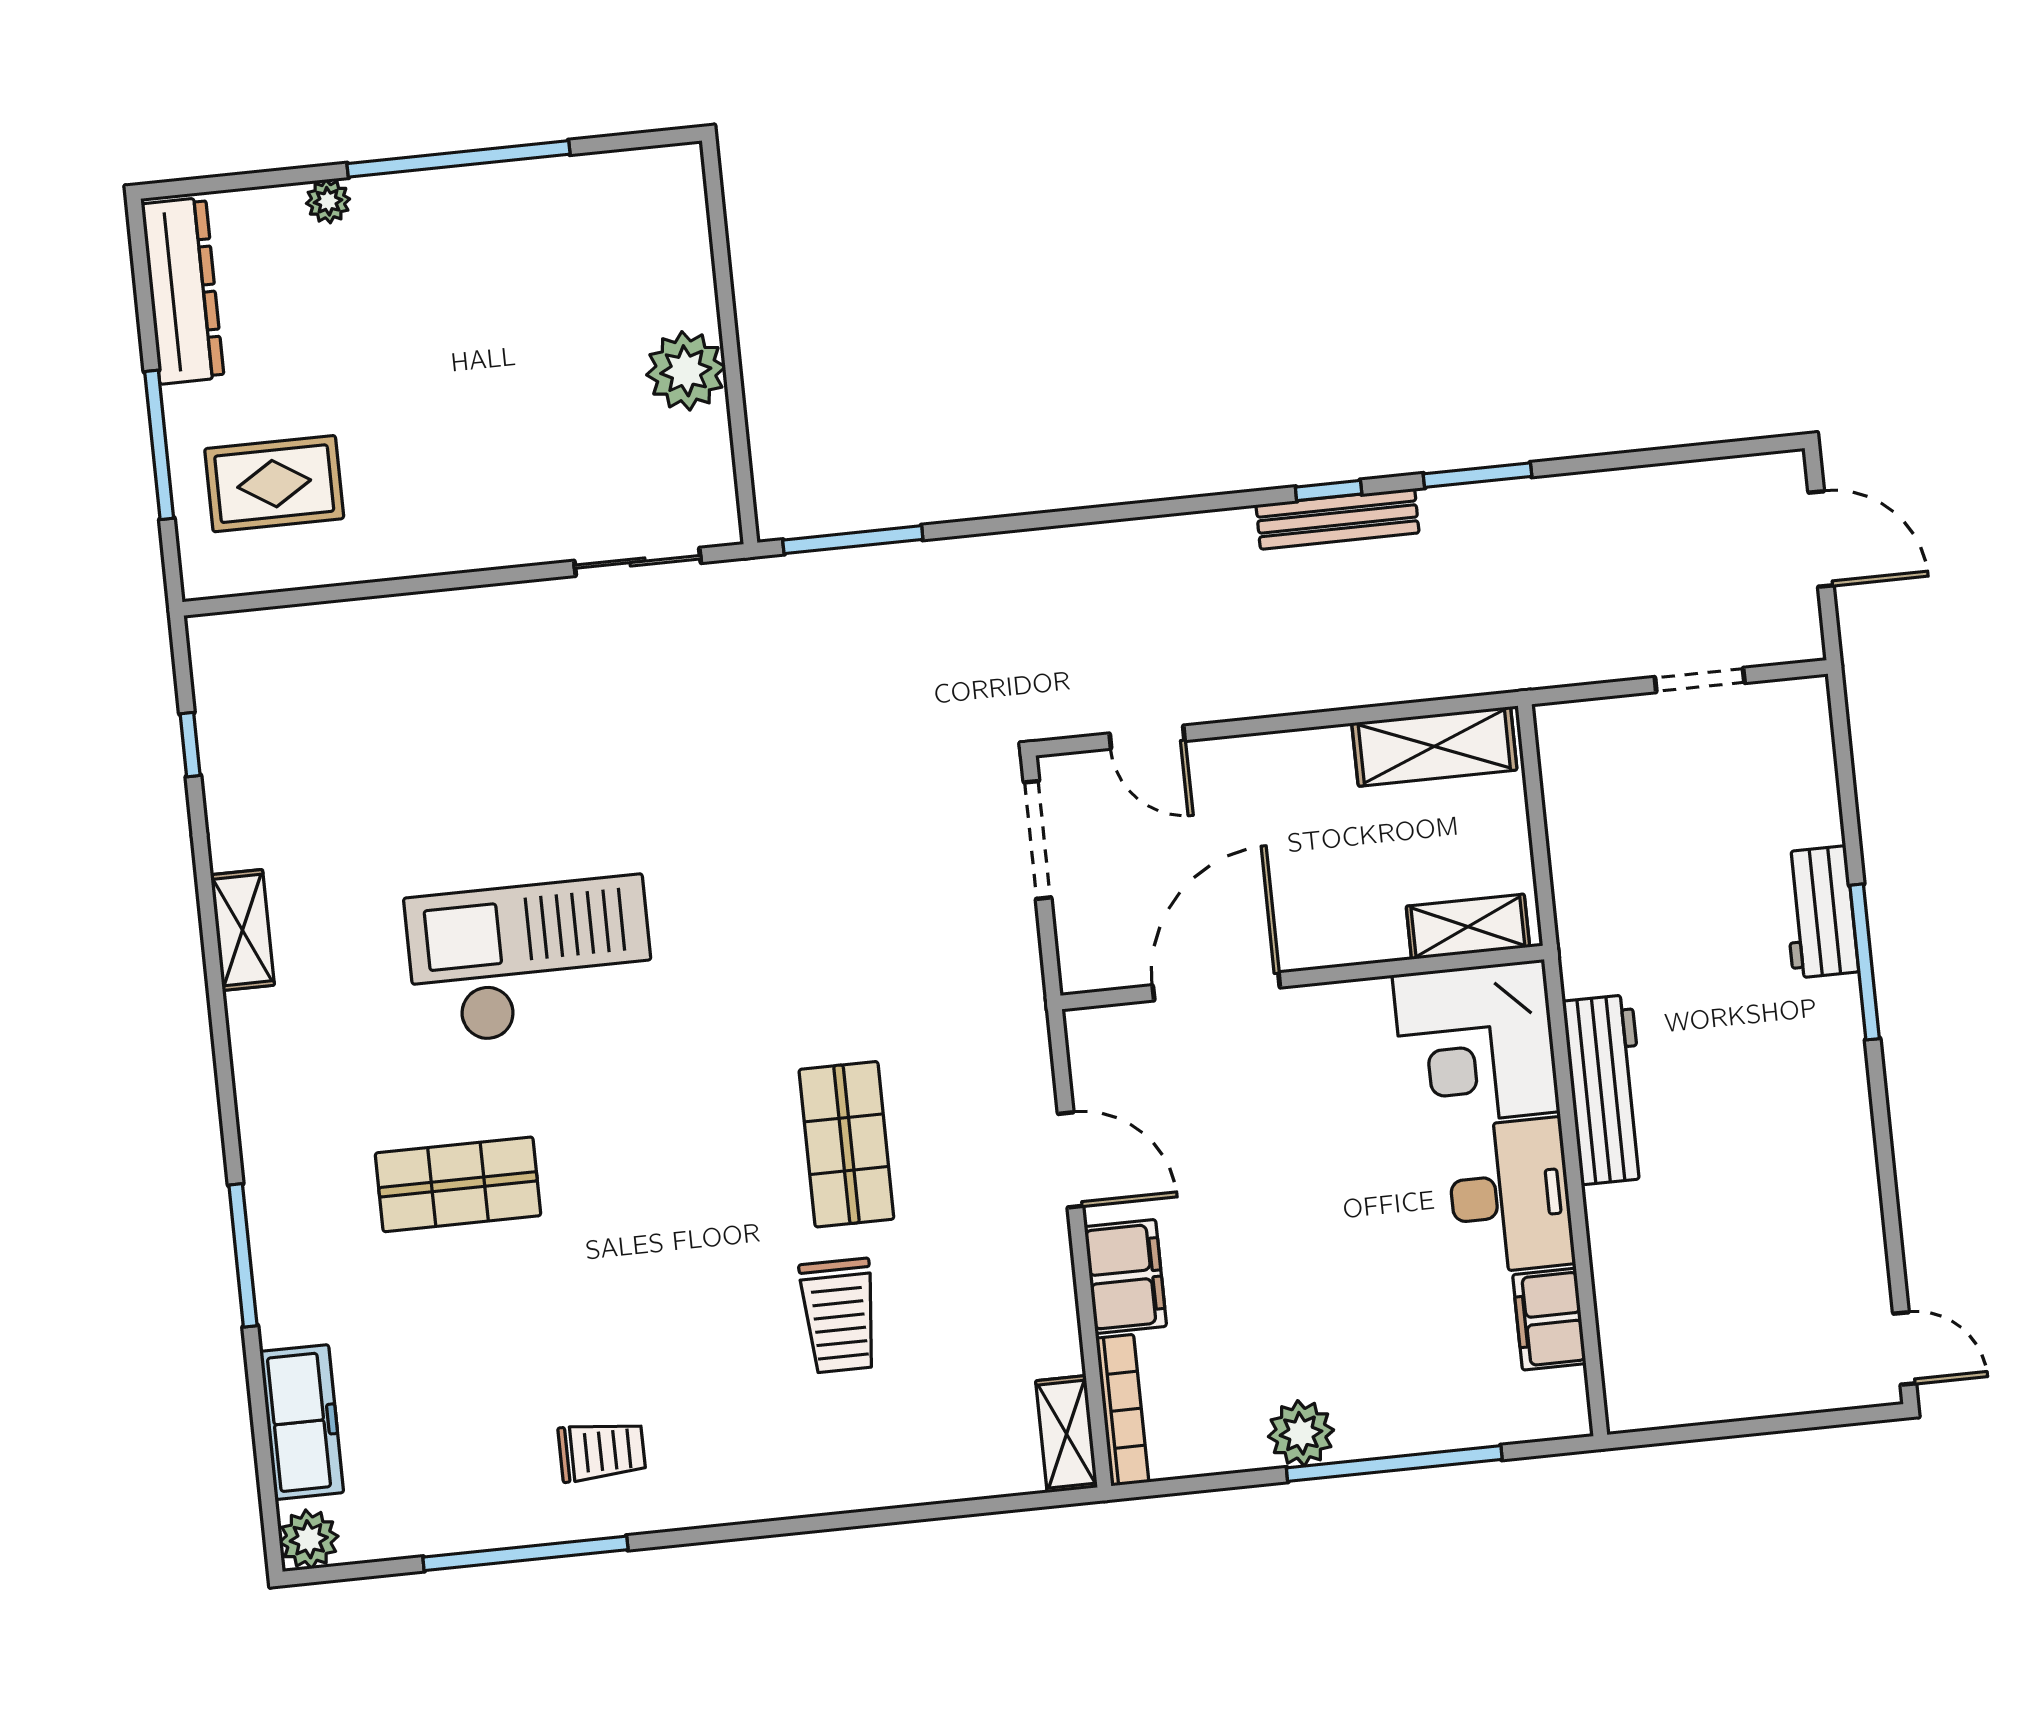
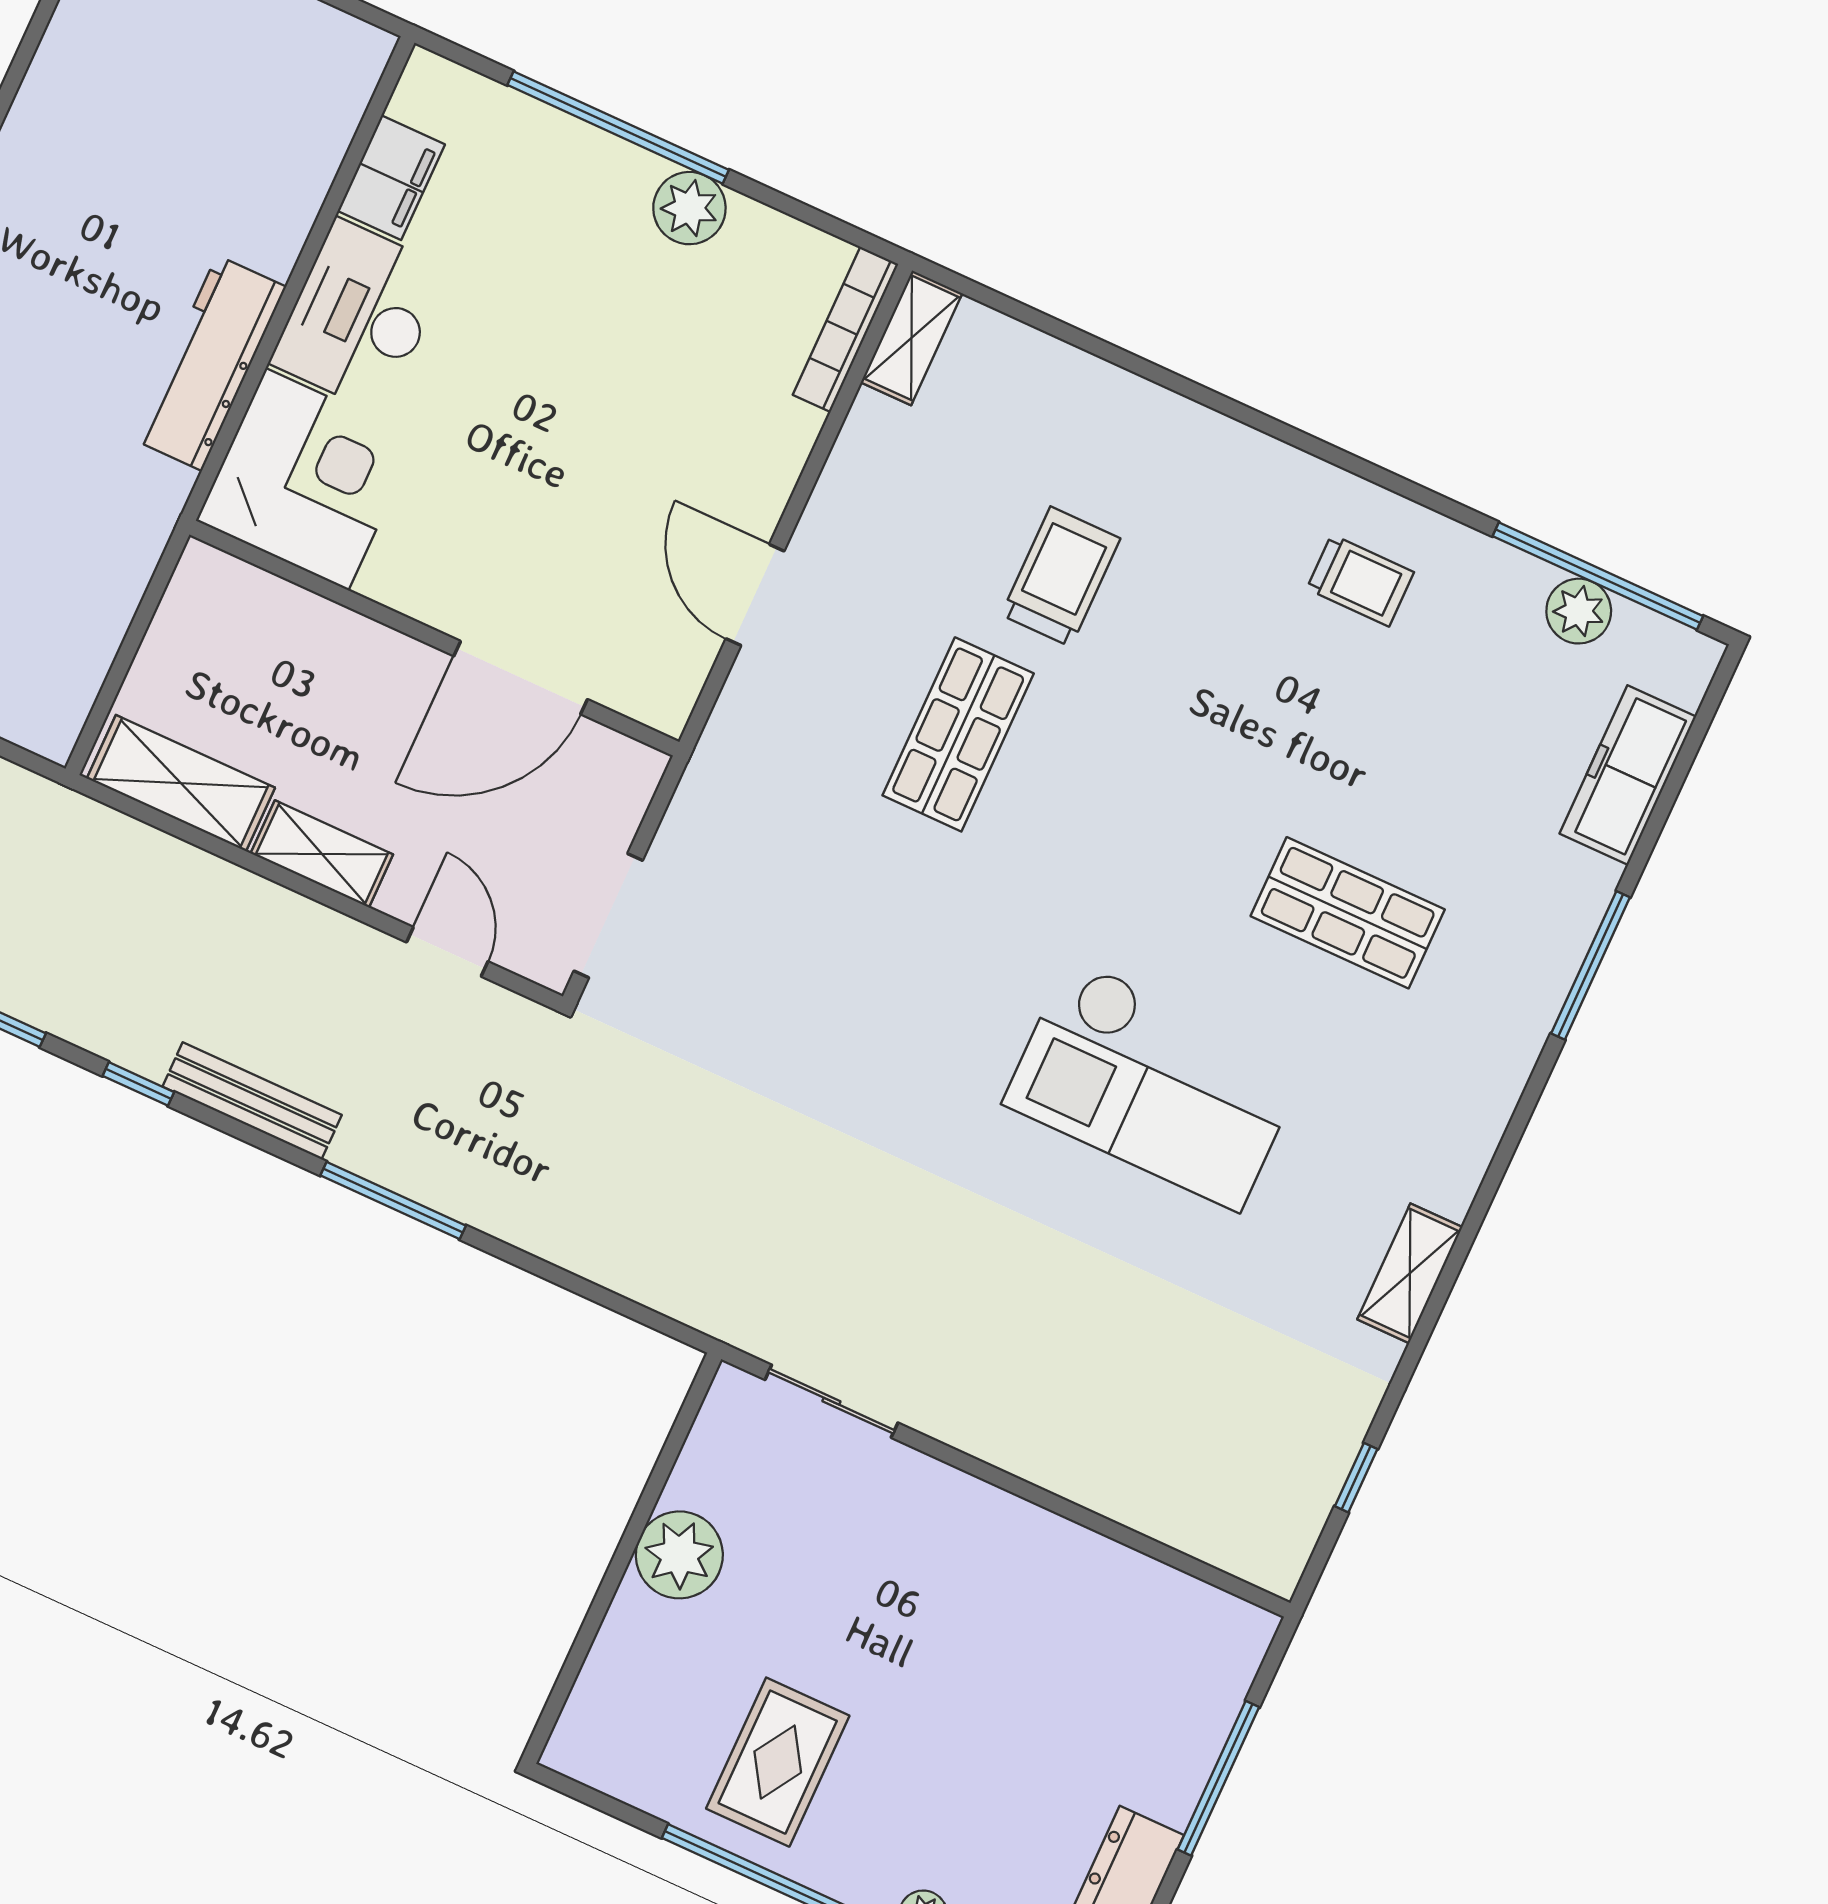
rug: (274, 484) -> (778, 1762), moved, turned 90
bench: (1338, 519) -> (252, 1101), moved
window: (853, 540) -> (393, 1201), moved
shelving: (1468, 927) -> (322, 854), moved
filing cabinet: (1125, 1277) -> (768, 454), removed
trolley: (602, 1451) -> (1360, 580), turned 180
plant: (309, 1539) -> (1579, 611), moved
window: (525, 1553) -> (1598, 576), moved

